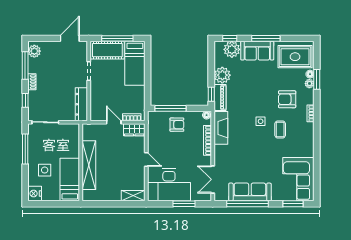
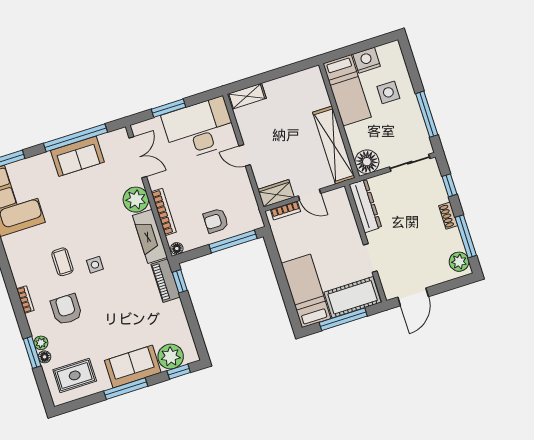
rug: (295, 57) -> (75, 375), width x0.73, depth x0.70
plant: (222, 75) -> (136, 200), moved
armchair: (287, 99) -> (66, 309), turned -90
floor lamp: (72, 131) -> (367, 162), added
shelving: (89, 165) -> (334, 145), moved
sofa: (250, 192) -> (77, 156), width x0.73
nightstand: (35, 194) -> (367, 60), moved, turned -90

